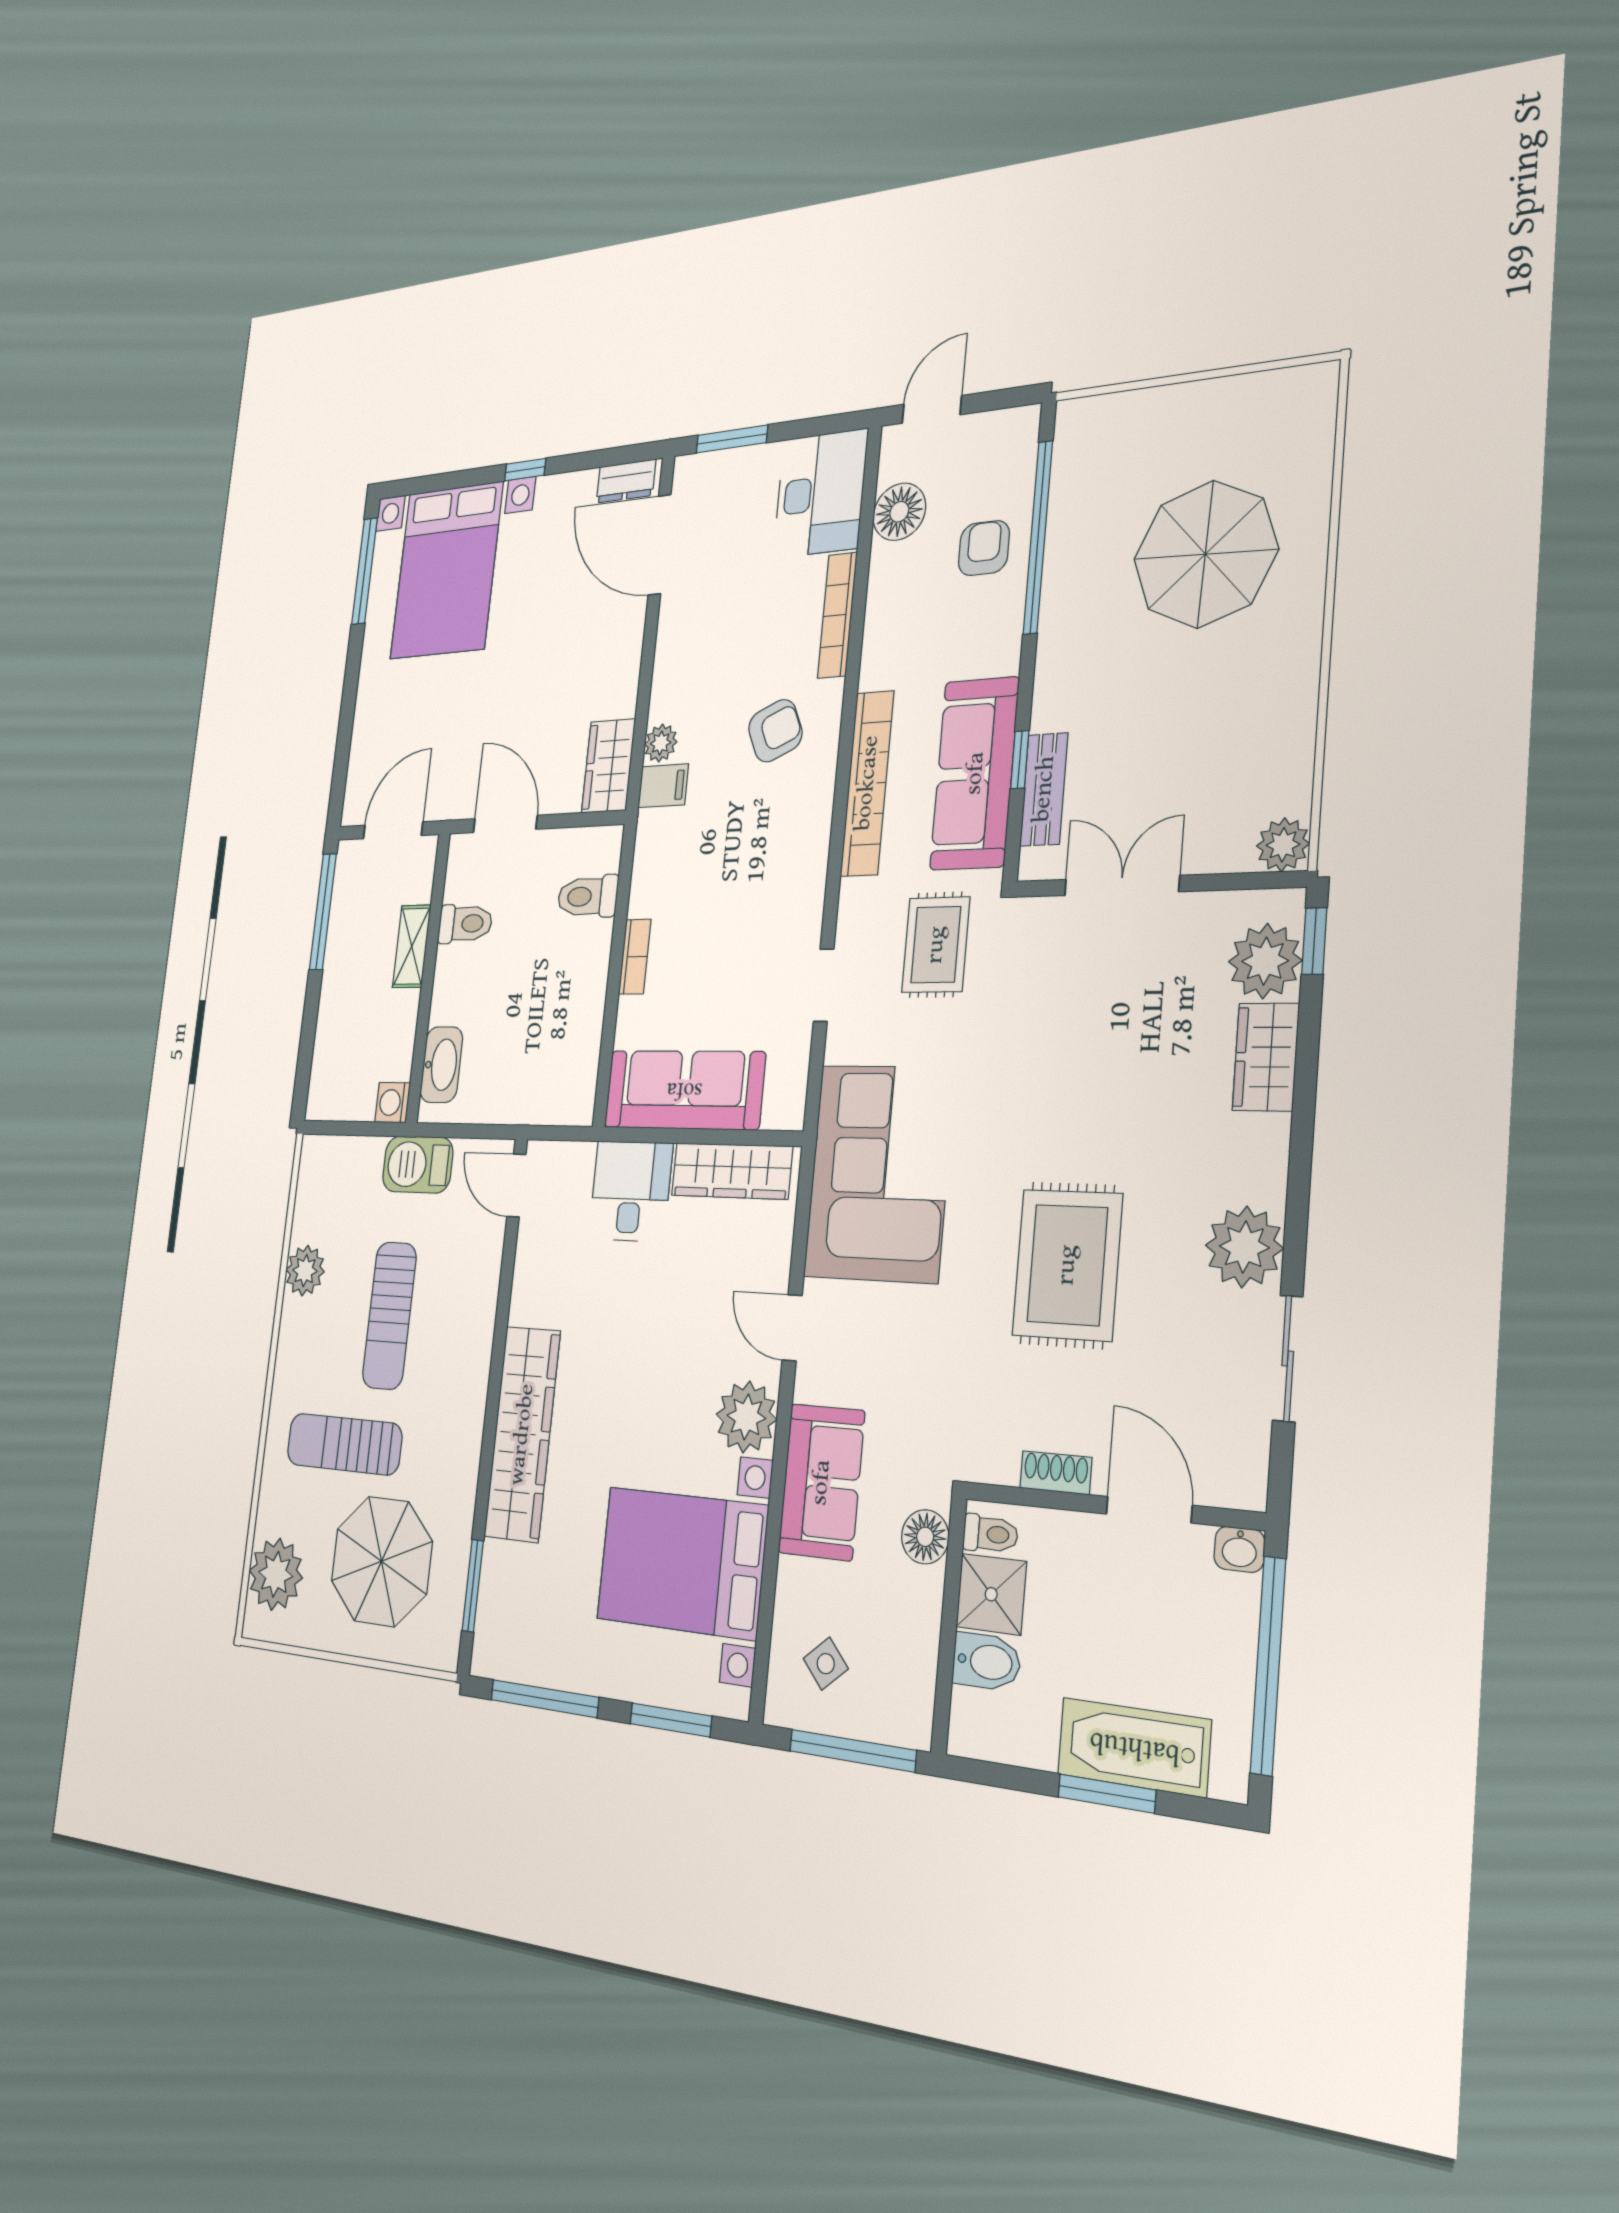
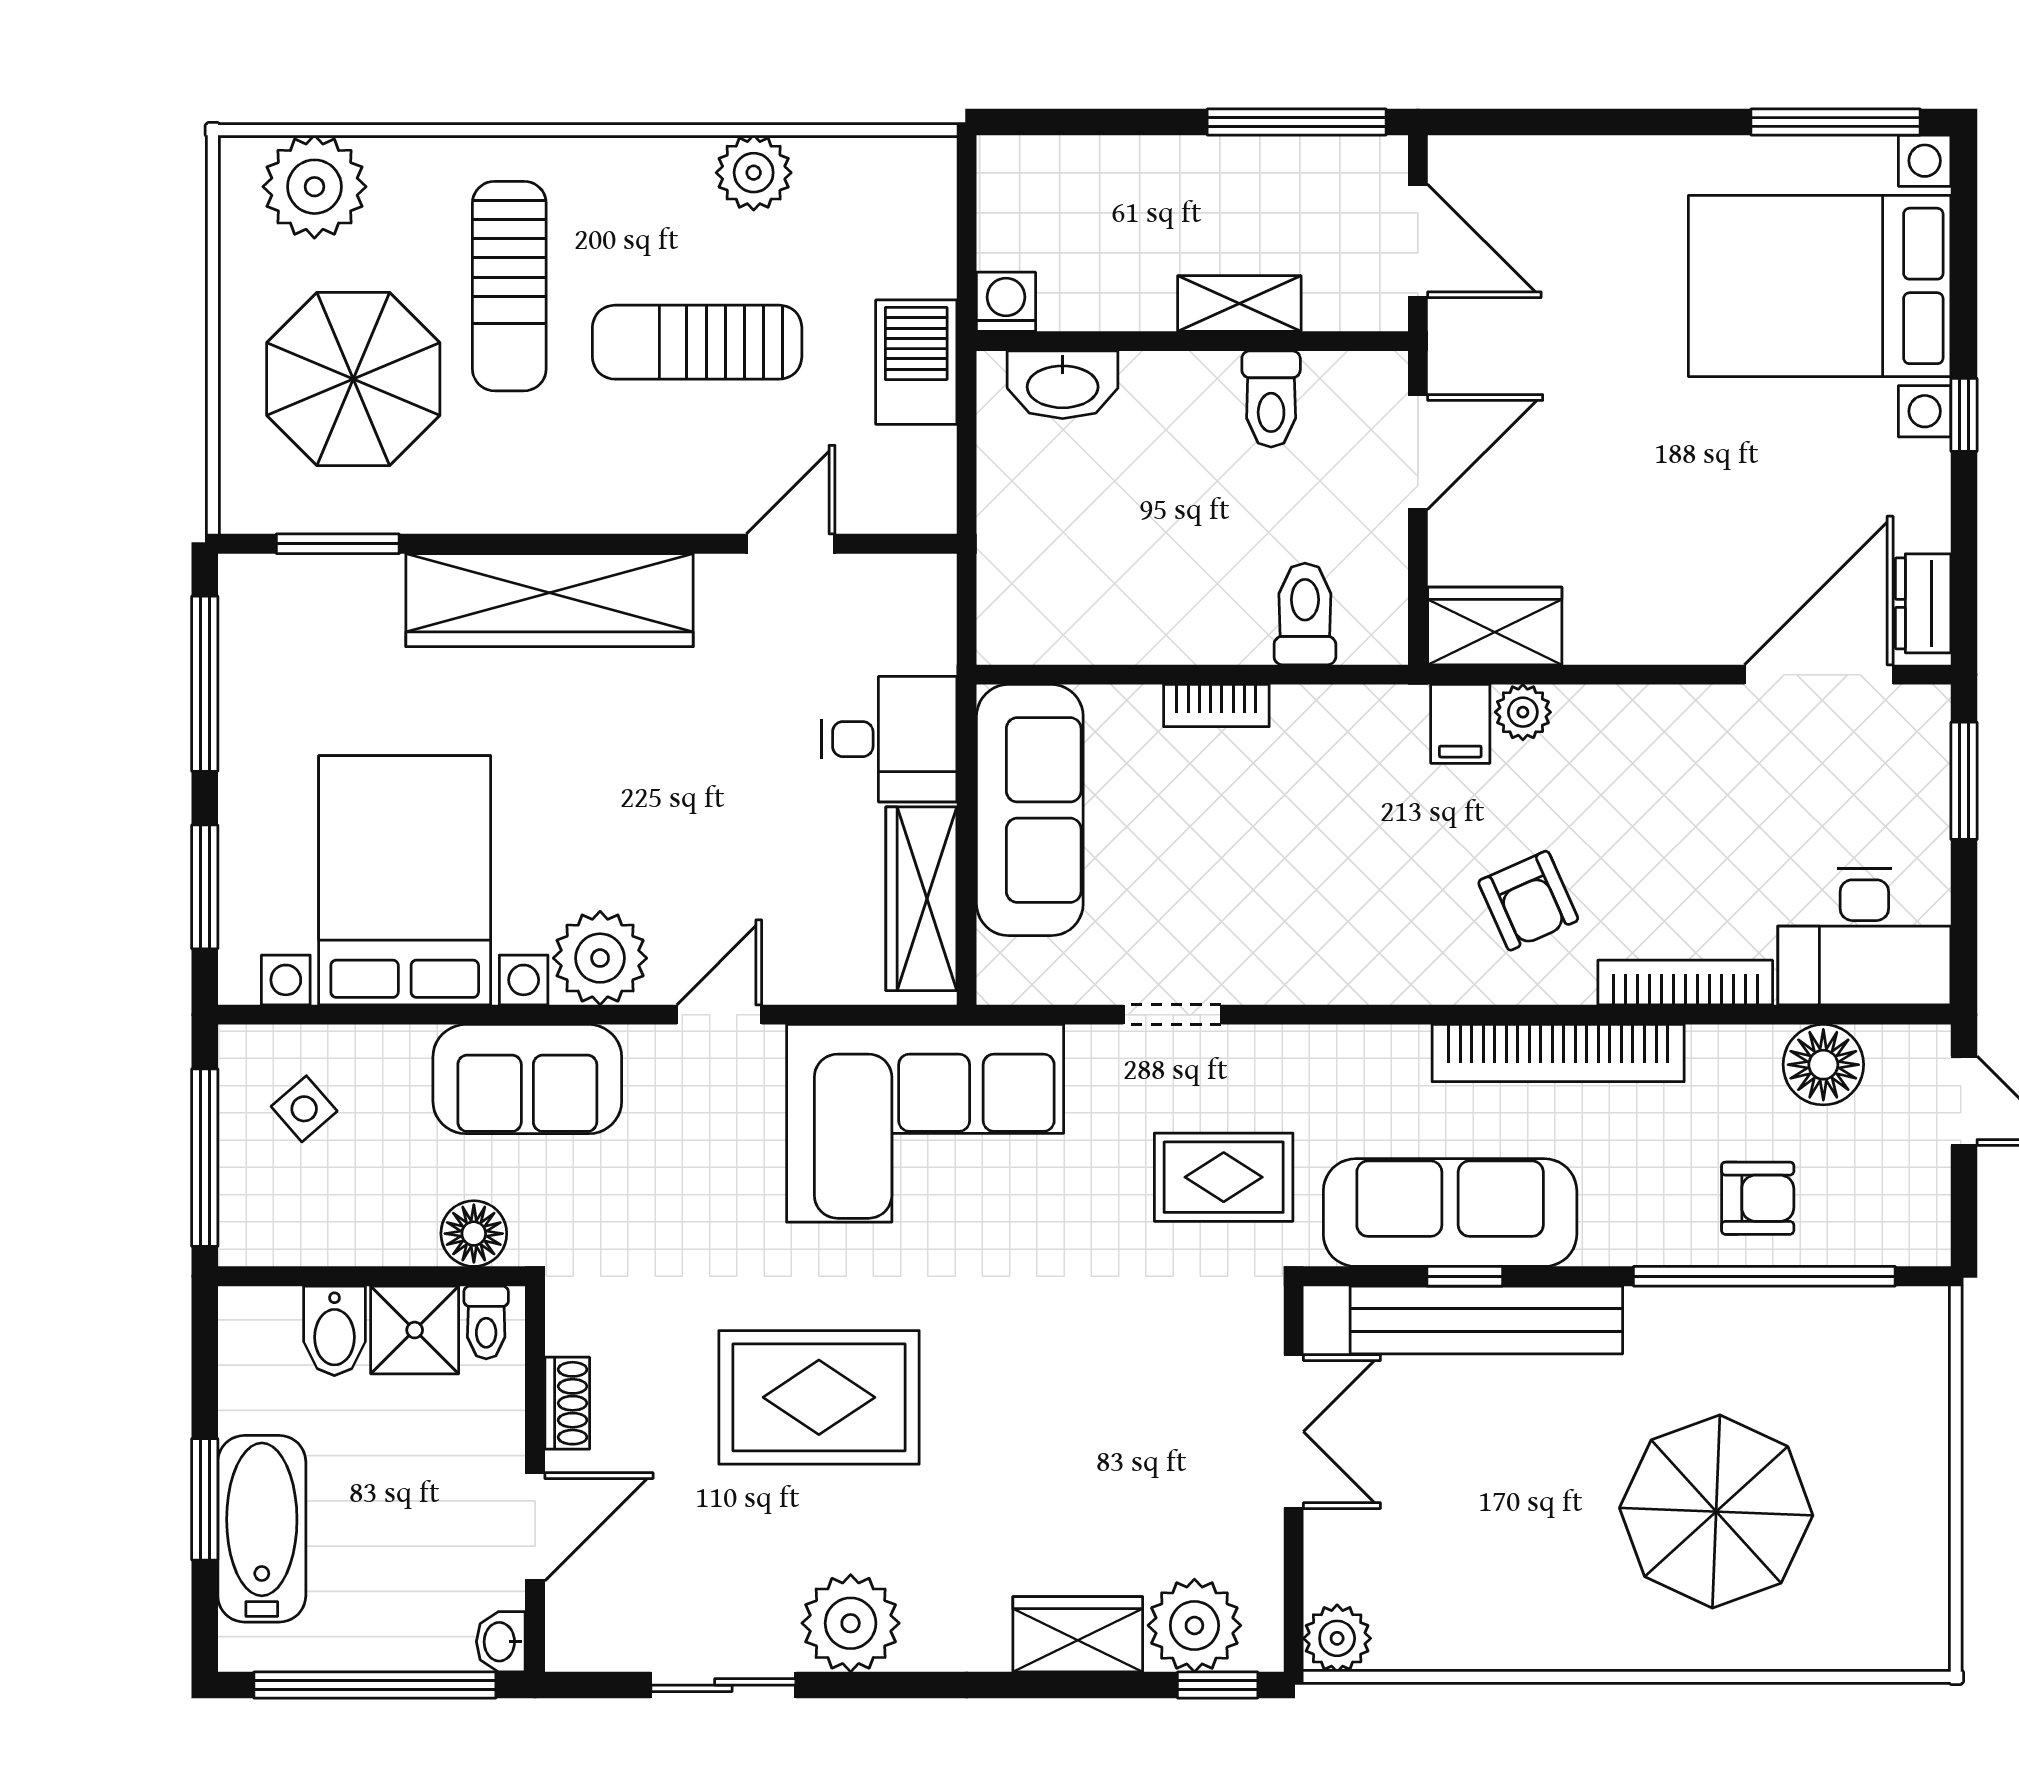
bookcase: (867, 783) -> (1558, 1053), moved
bench: (1044, 789) -> (1486, 1320), width x1.86, depth x1.21
door: (516, 1185) -> (791, 544), moved
sun lounger: (344, 1444) -> (509, 286), turned 180

